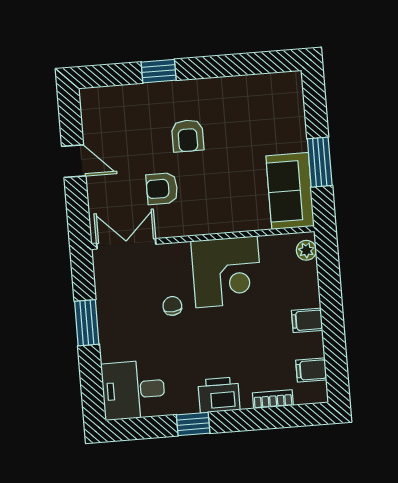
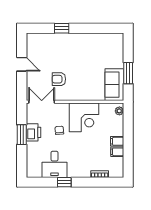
armchair: (188, 136) -> (72, 57), removed
filing cabinet: (311, 370) -> (117, 152), moved
desk: (133, 390) -> (54, 164), moved, turned -90
printer: (219, 395) -> (33, 132), moved, turned 90

